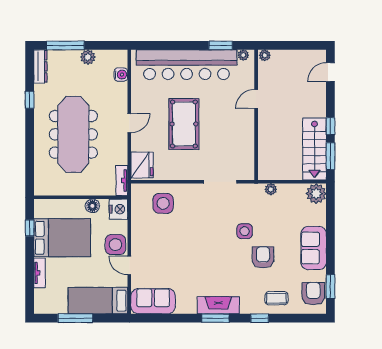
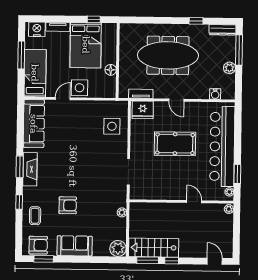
tv unit: (122, 180) -> (141, 94), moved
nightstand: (118, 209) -> (37, 29), moved, turned 180
side table: (245, 231) -> (89, 191), removed
sofa: (153, 301) -> (34, 124), width x1.36

